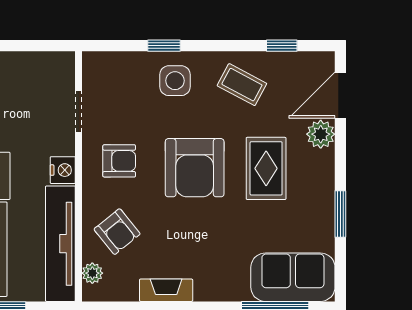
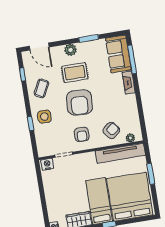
plant: (321, 134) -> (70, 50), moved
armchair: (119, 161) -> (82, 134), turned 180
armchair: (195, 168) -> (79, 102), turned 94
nightstand: (63, 170) -> (47, 164), moved
fireplace: (166, 290) -> (129, 83), moved

